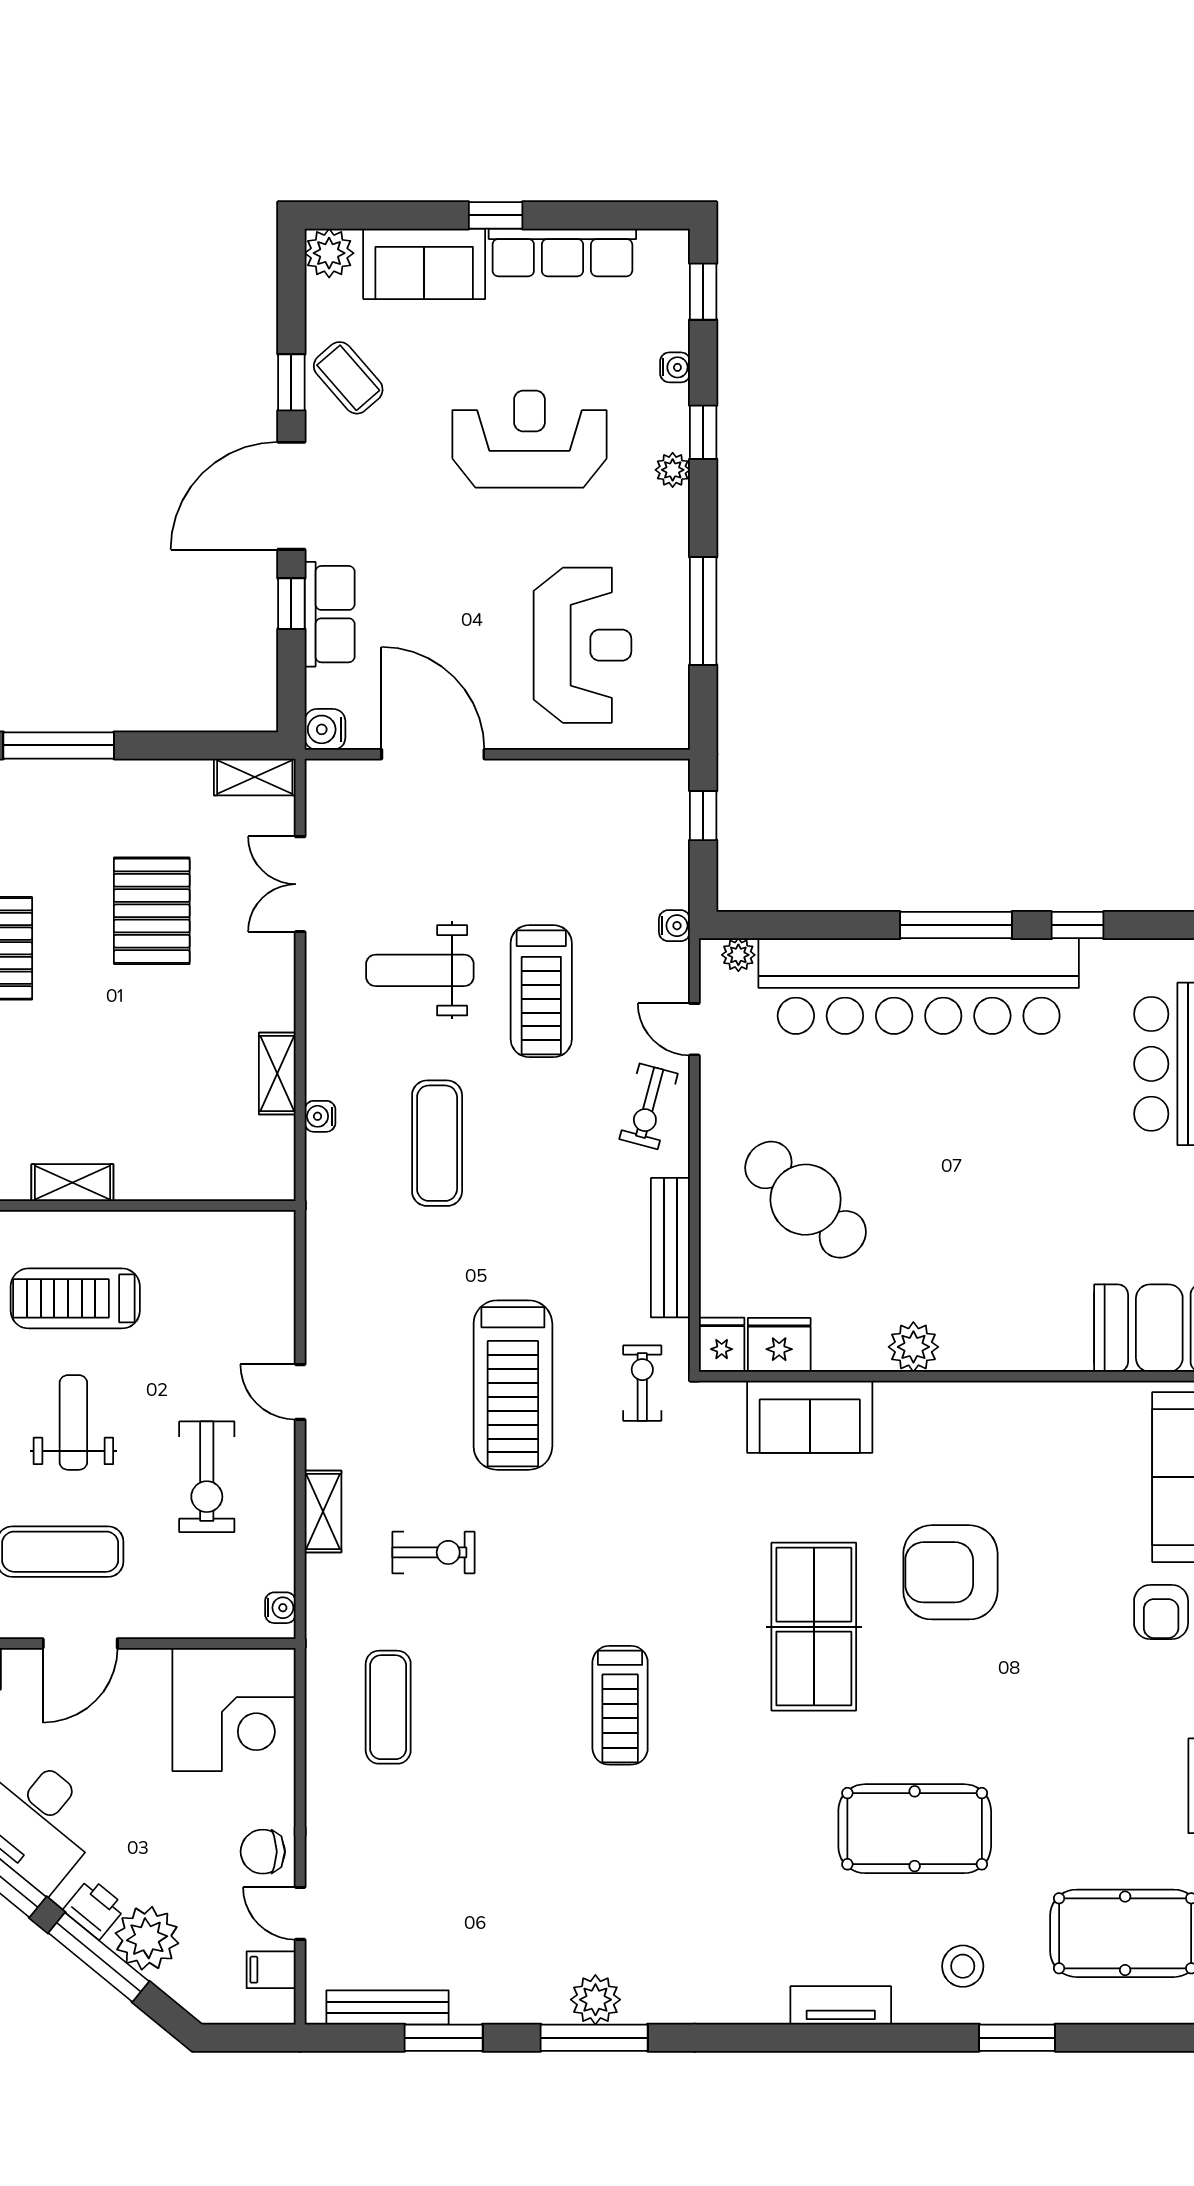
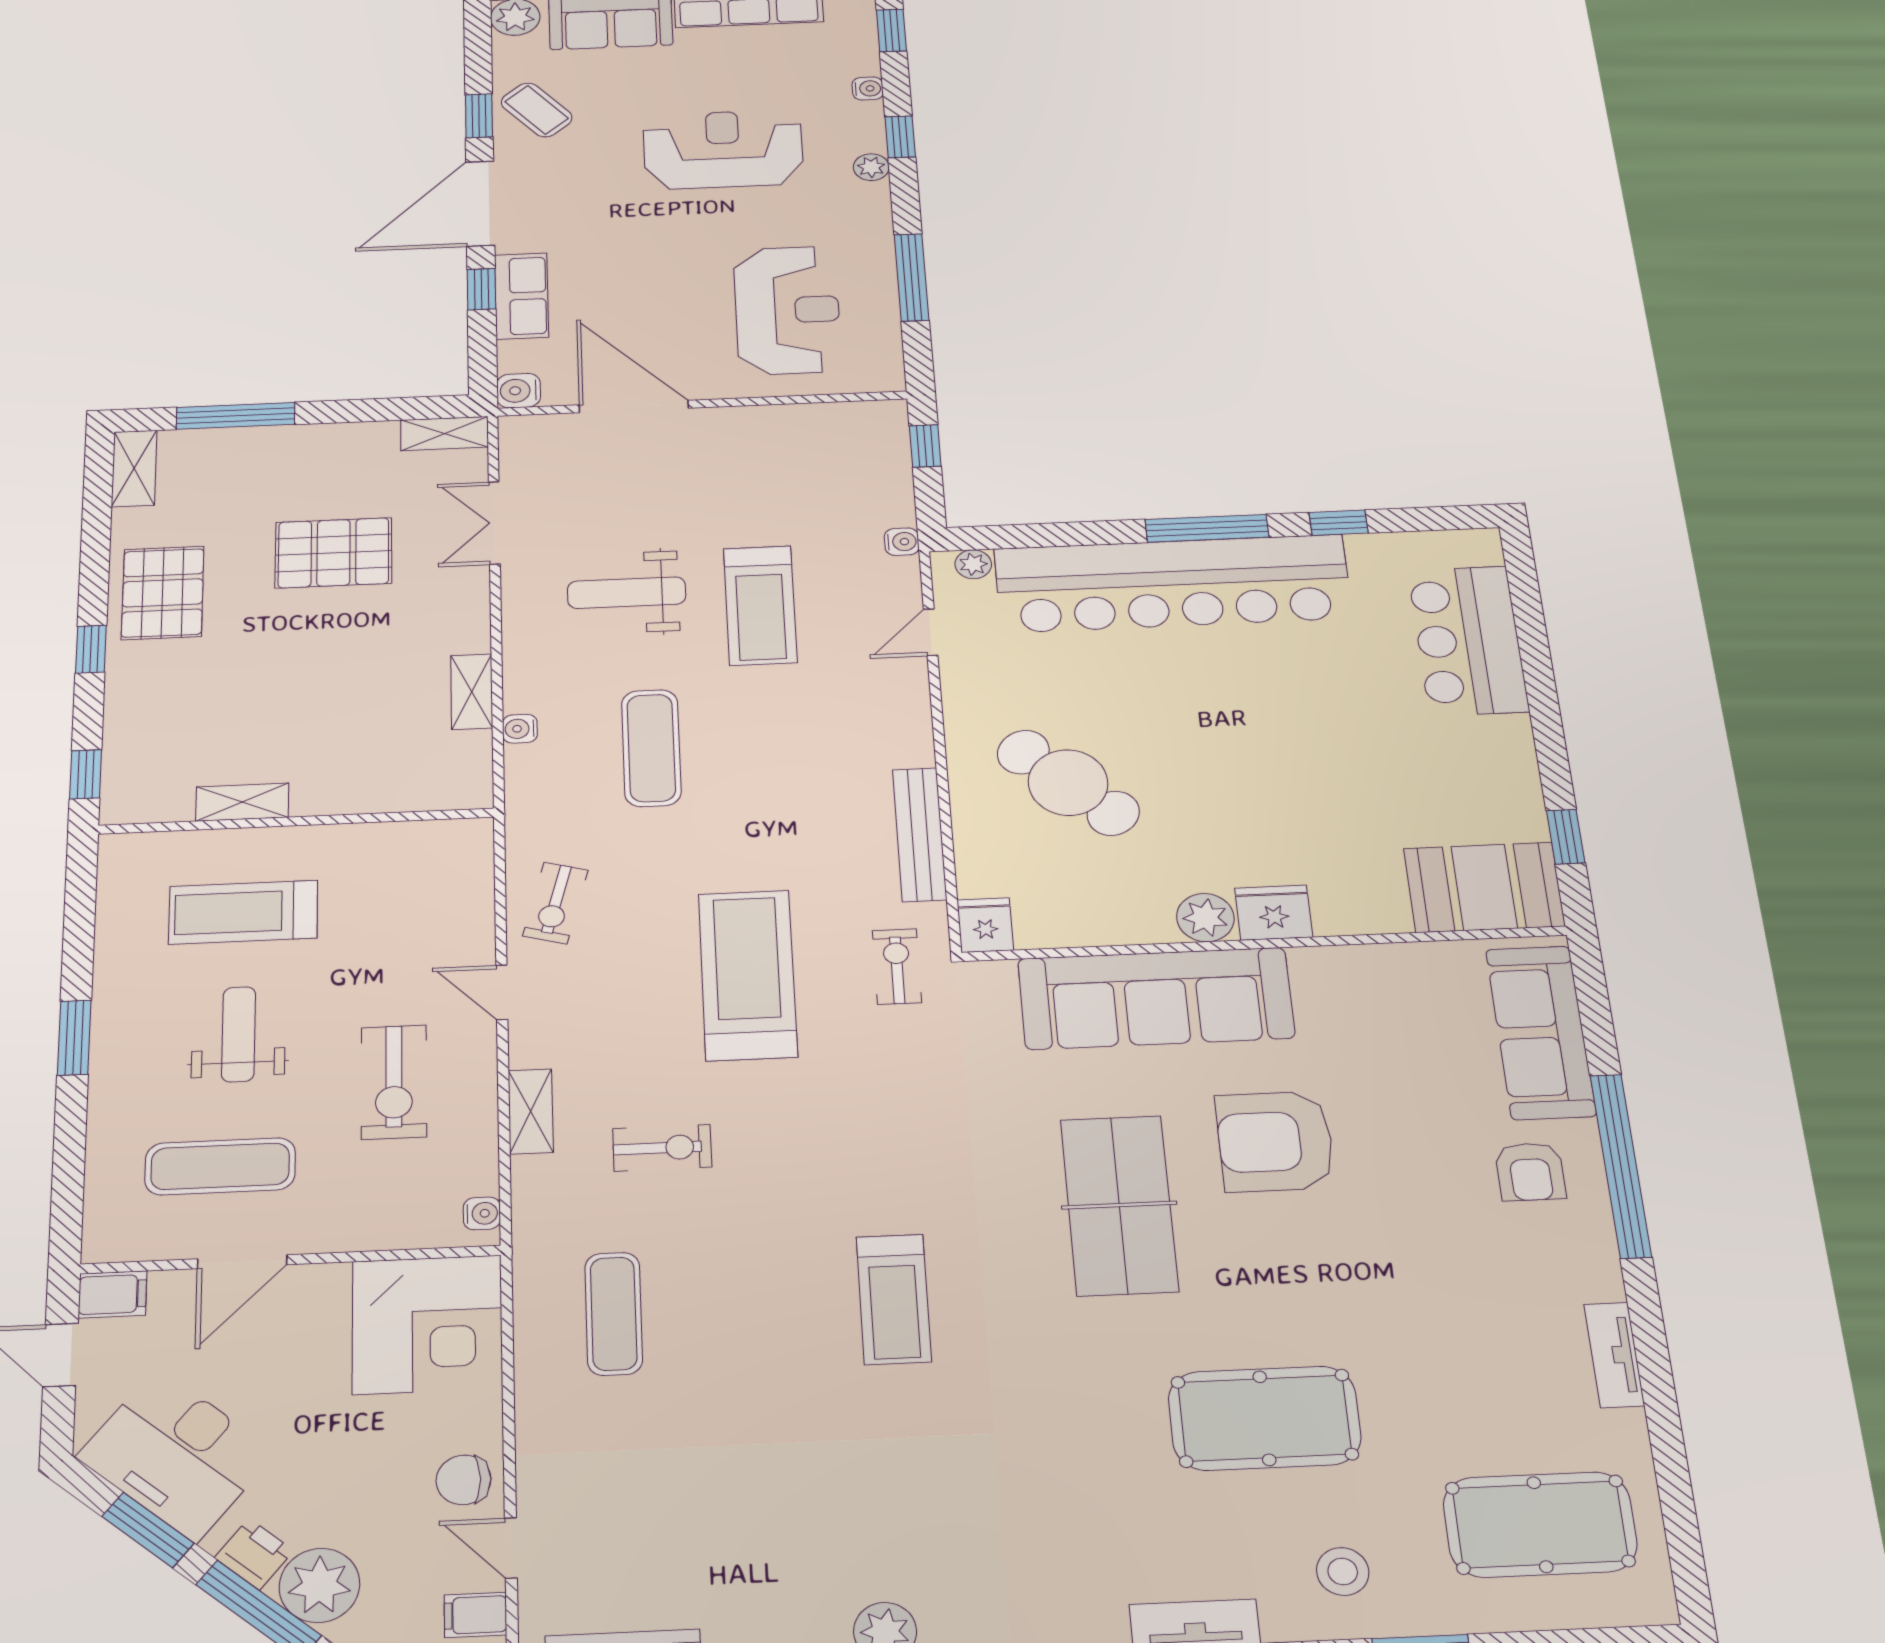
pallet: (152, 911) -> (334, 553), turned 90
door: (694, 1029) -> (931, 632), hinge flipped
exercise bike: (649, 1106) -> (555, 903), moved
fridge: (779, 1345) -> (1274, 913), moved
treadmill: (513, 1385) -> (748, 975), turned 180
sofa: (810, 1417) -> (1156, 998), width x1.85, depth x1.27

